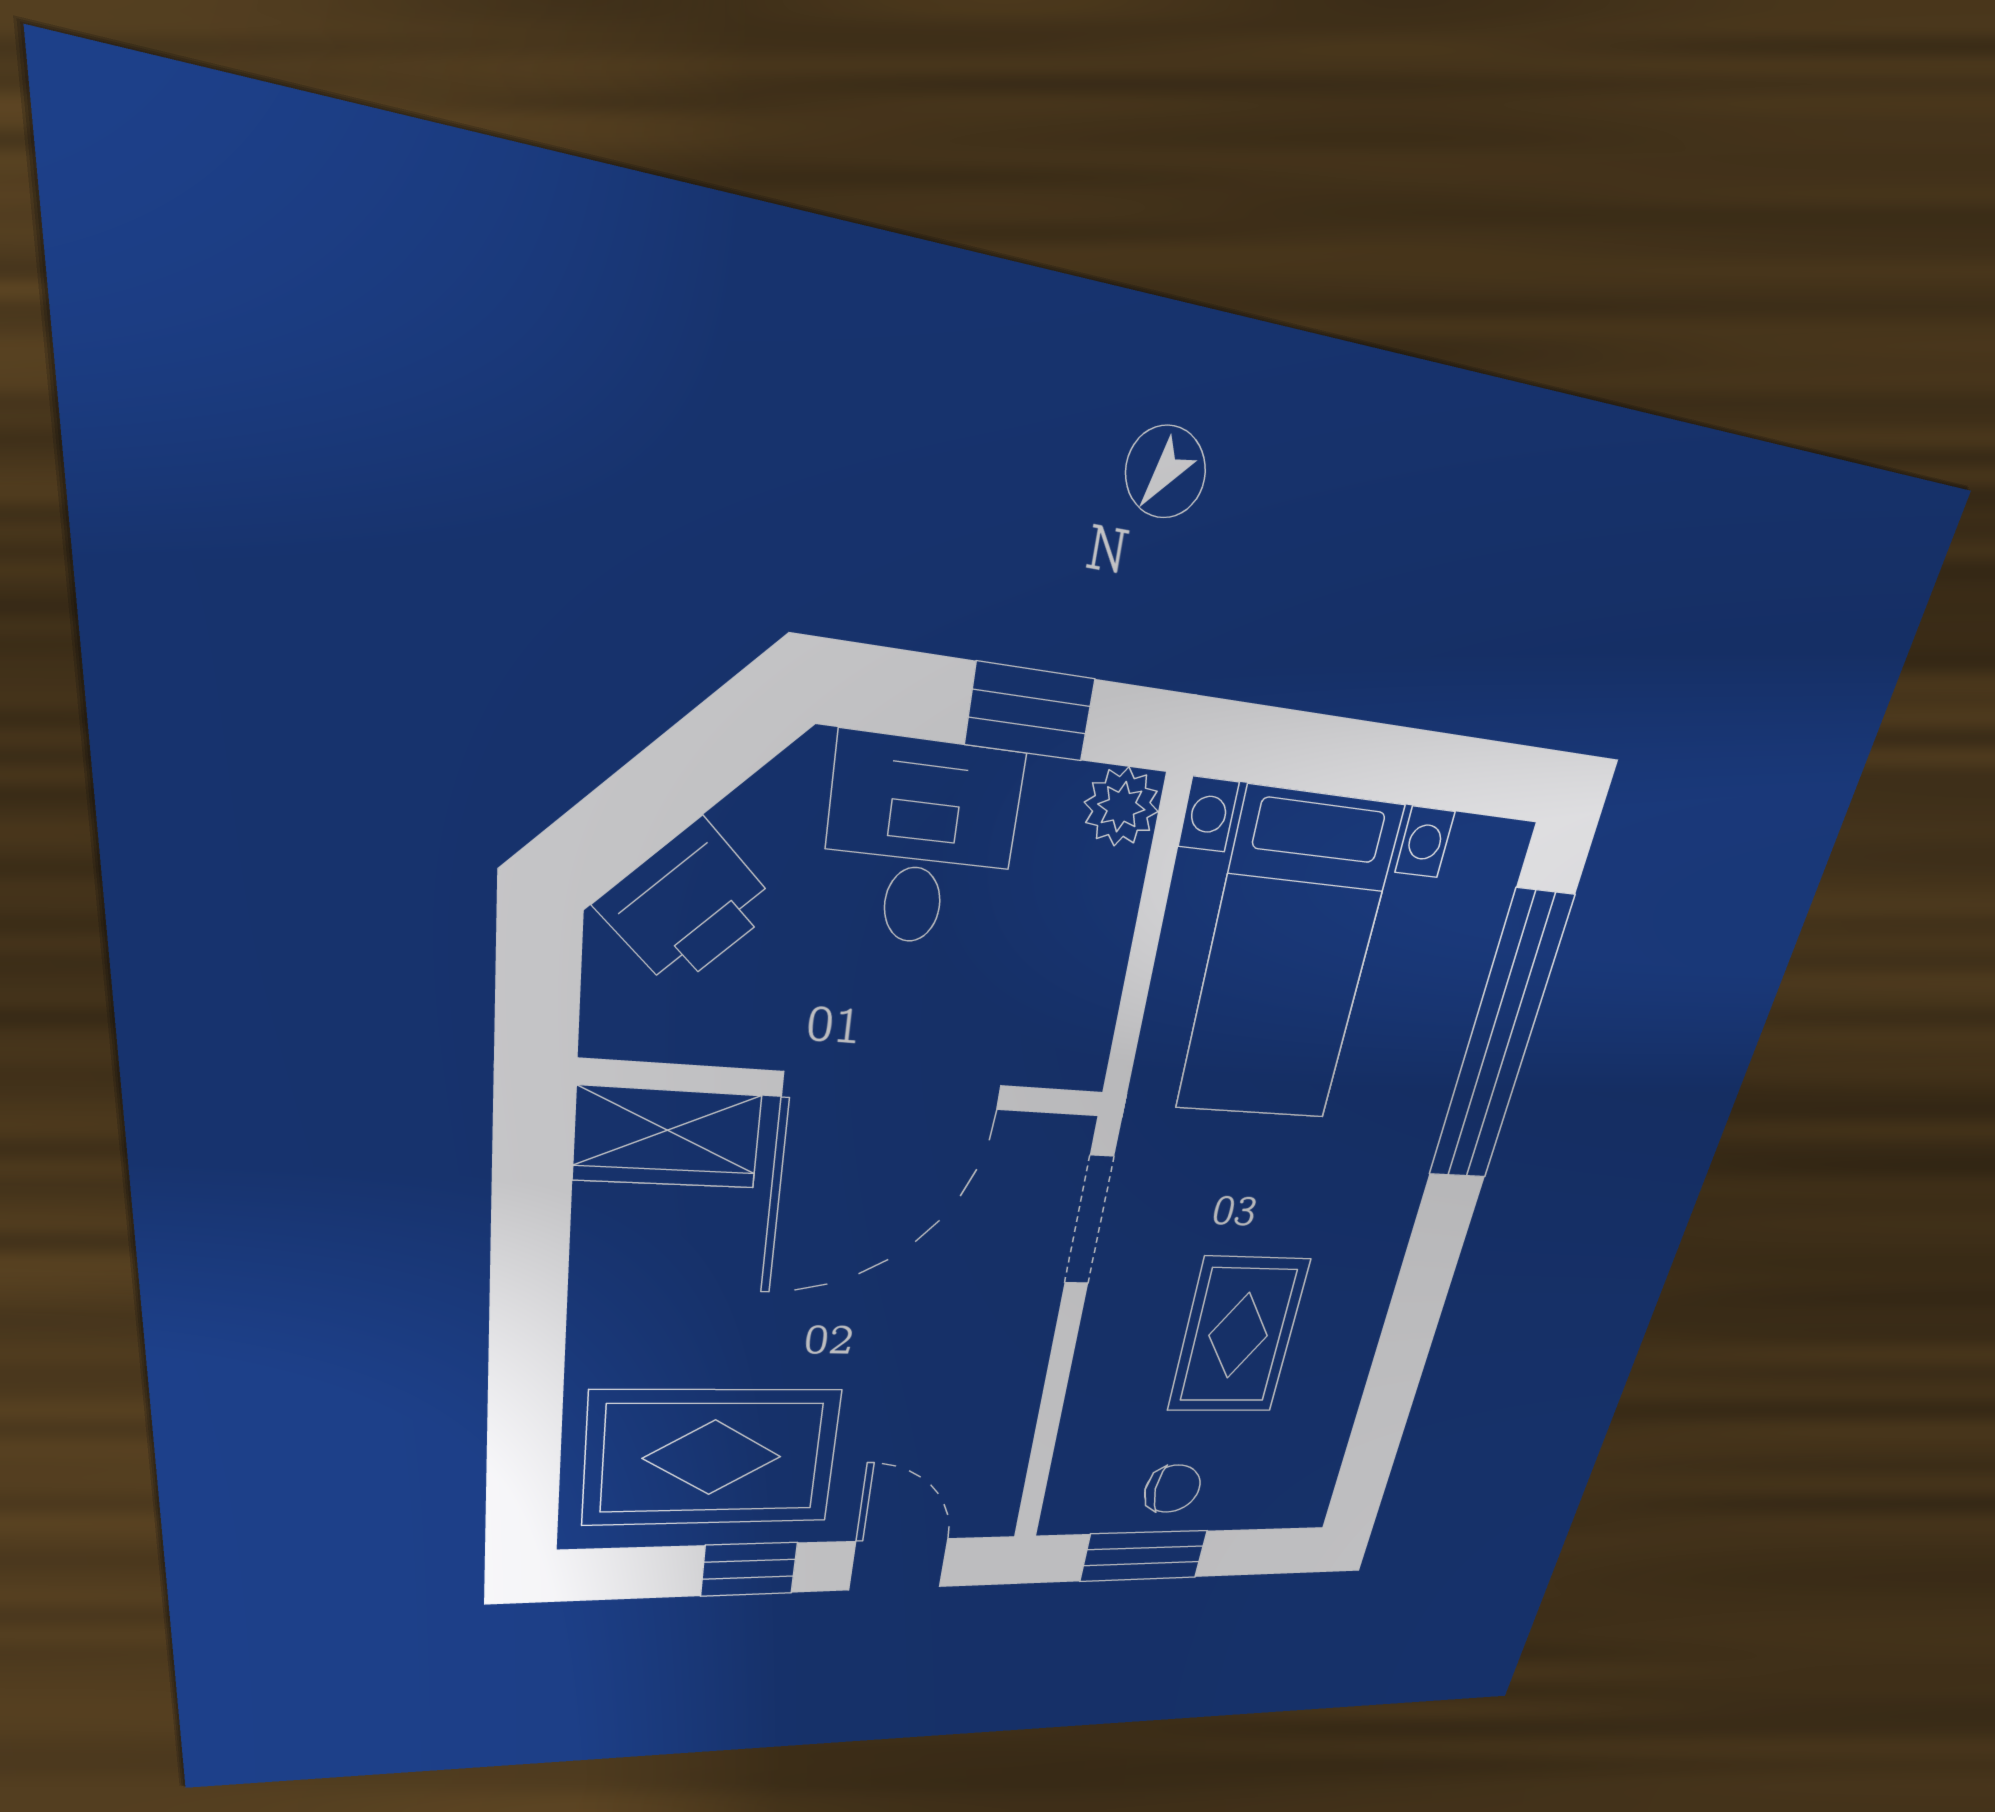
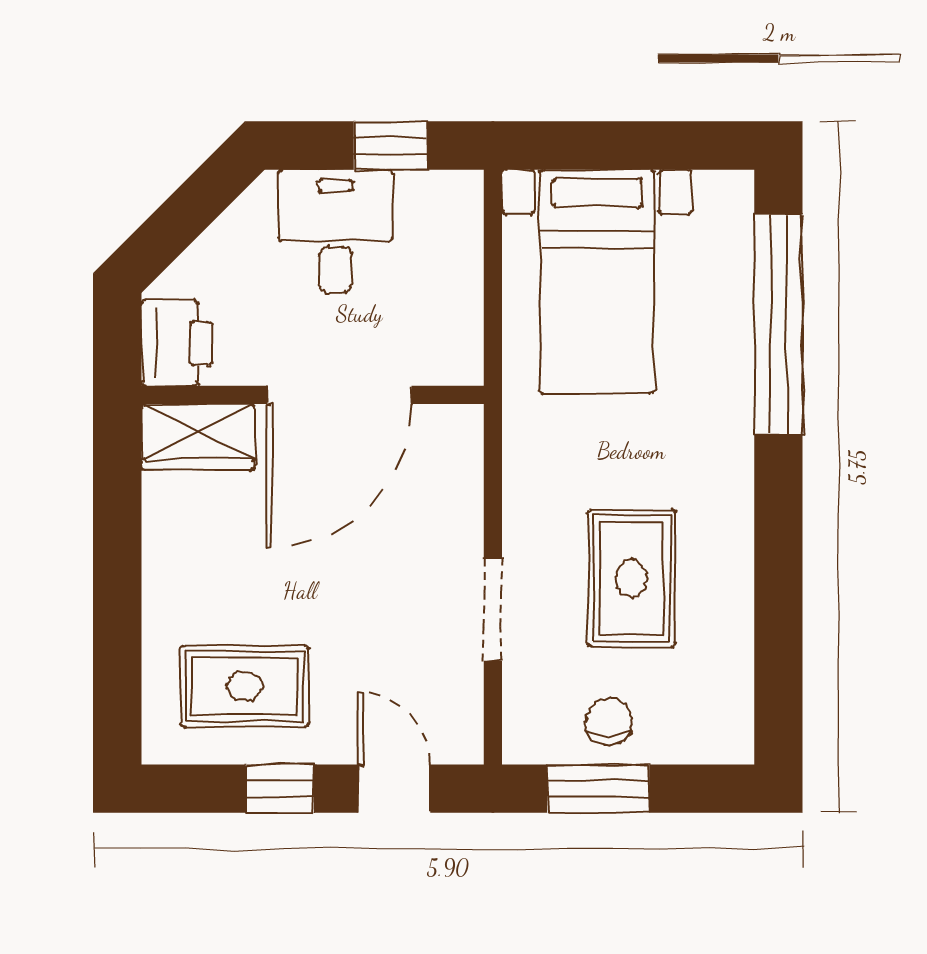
plant: (1121, 807) -> (459, 194), removed
printer: (687, 905) -> (177, 343), moved, turned -45
doorway: (1089, 1220) -> (493, 610), moved
rug: (712, 1457) -> (245, 686), width x0.73, depth x0.70
chair: (1172, 1489) -> (609, 721), turned -90

